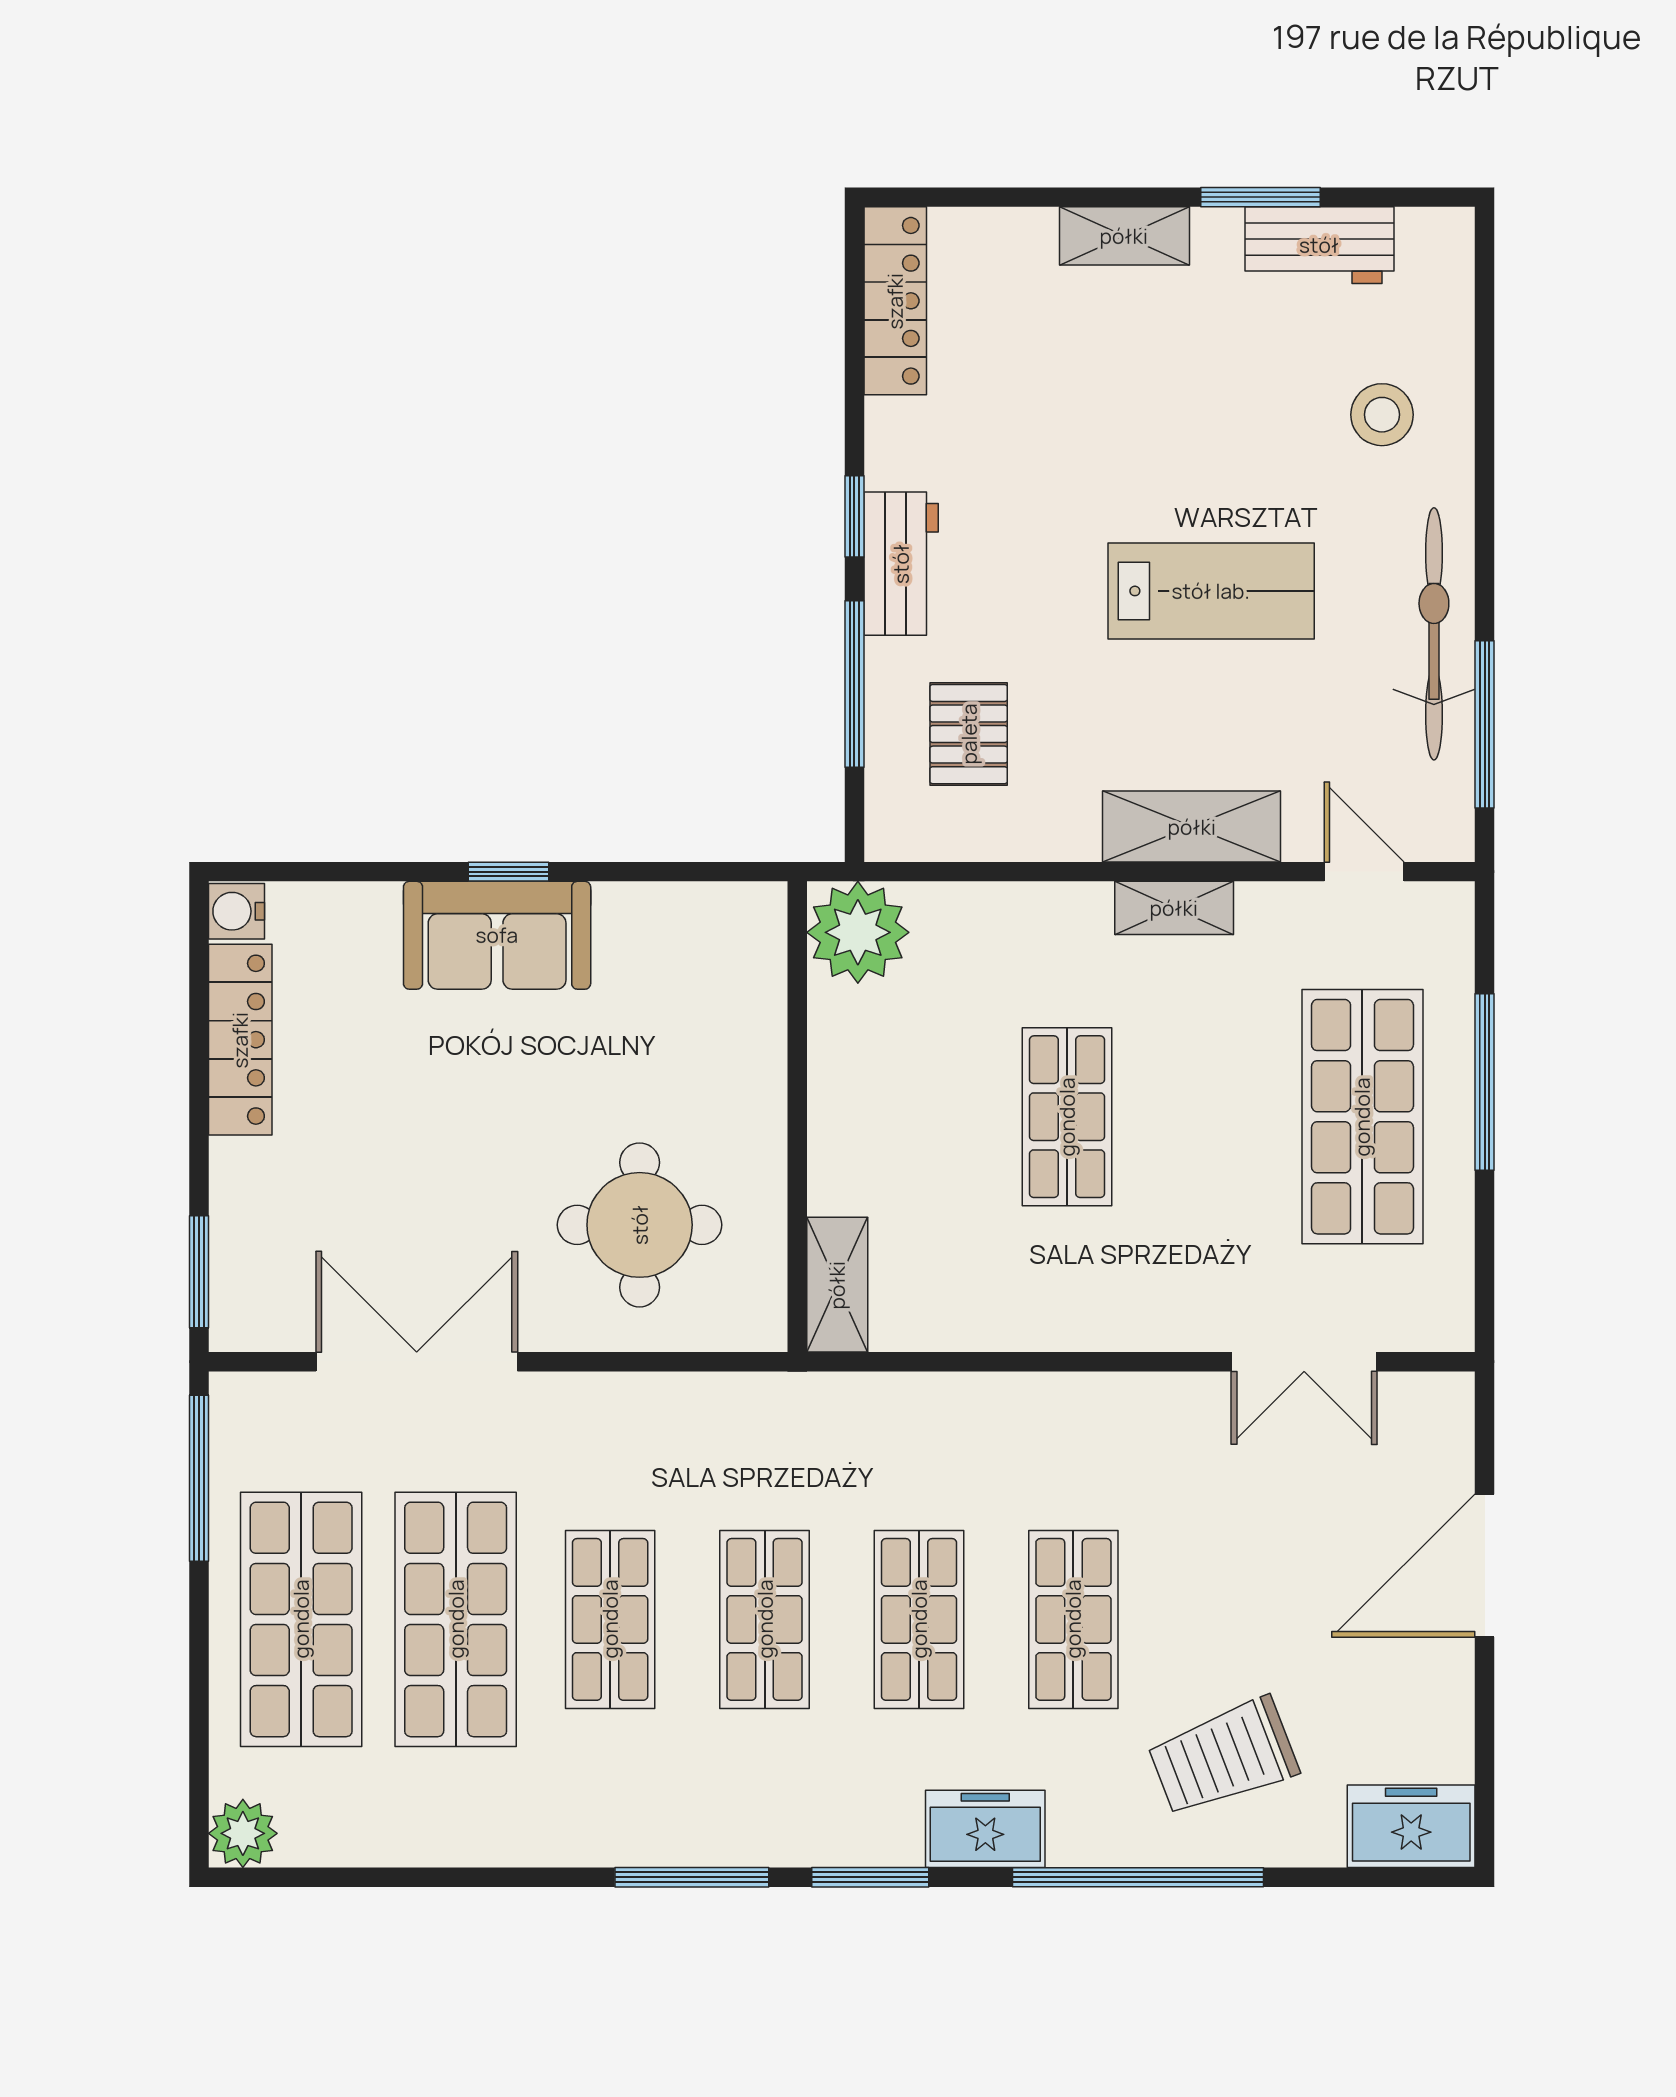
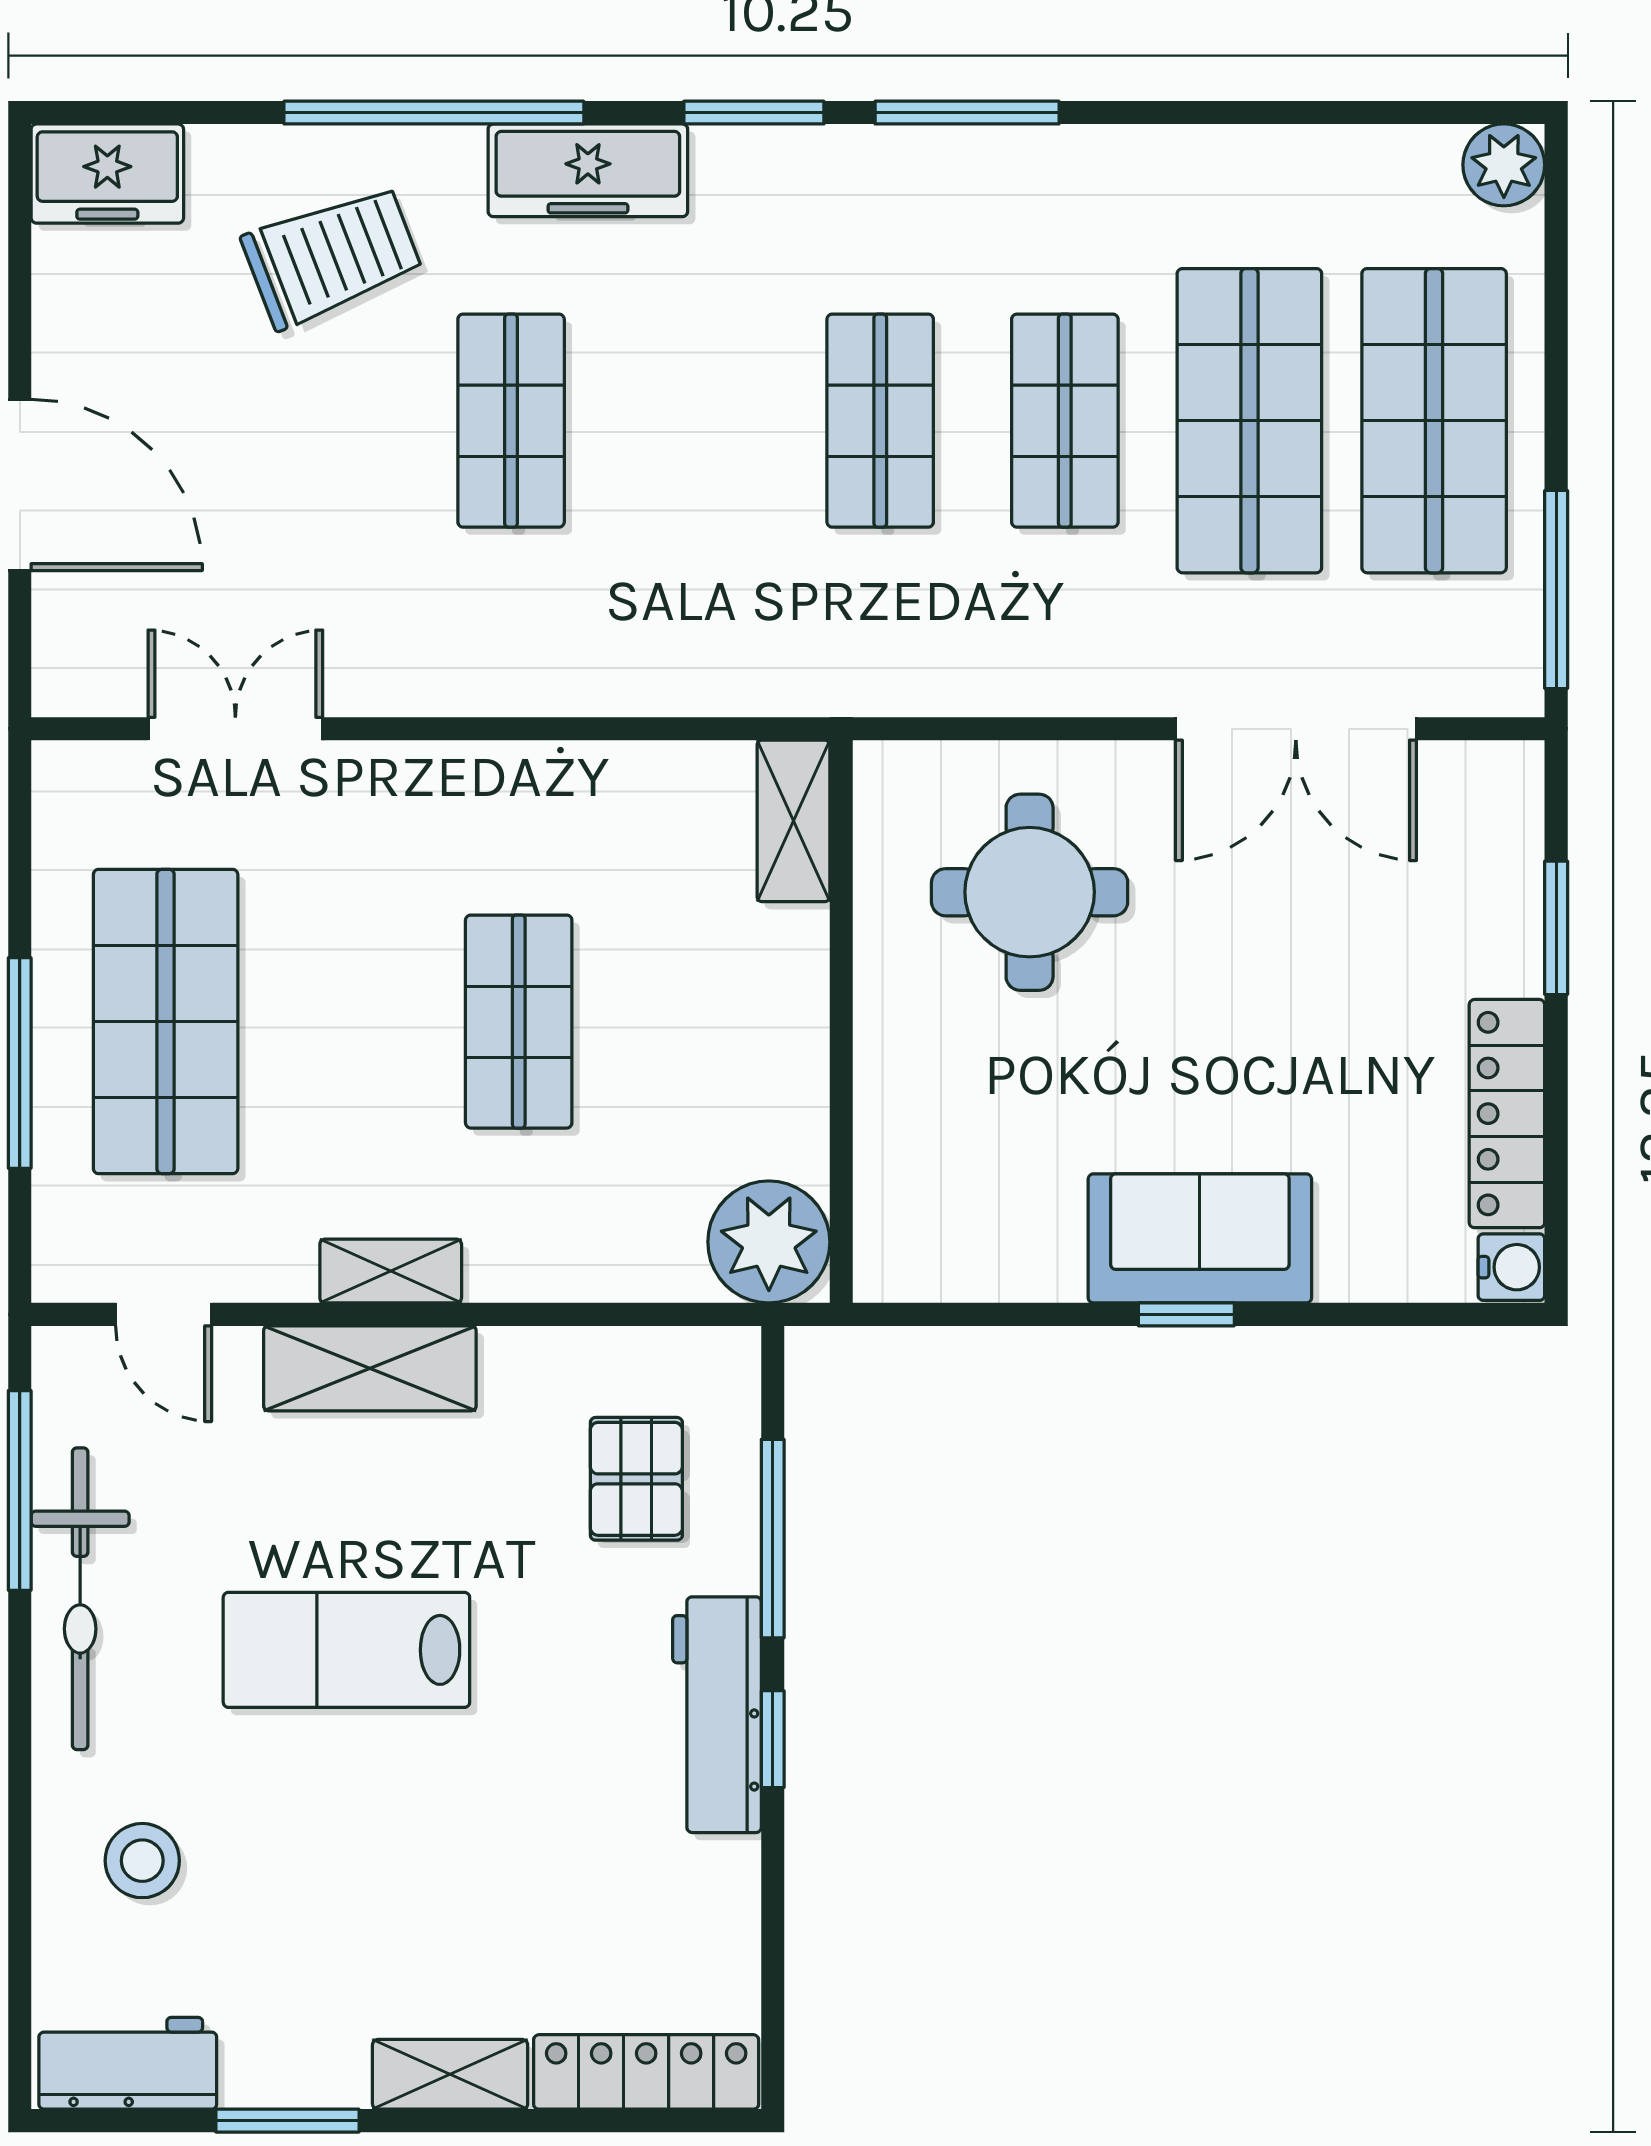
workbench: (1319, 245) -> (128, 2063), moved
locker: (895, 301) -> (646, 2072), moved, turned 90
workbench: (901, 564) -> (717, 1715), width x1.38
window: (199, 1272) -> (1556, 928), moved
door: (1485, 1566) -> (20, 485), hinge flipped
shop shelf: (919, 1619) -> (696, 421), removed
freezer: (985, 1829) -> (588, 170), width x1.40

